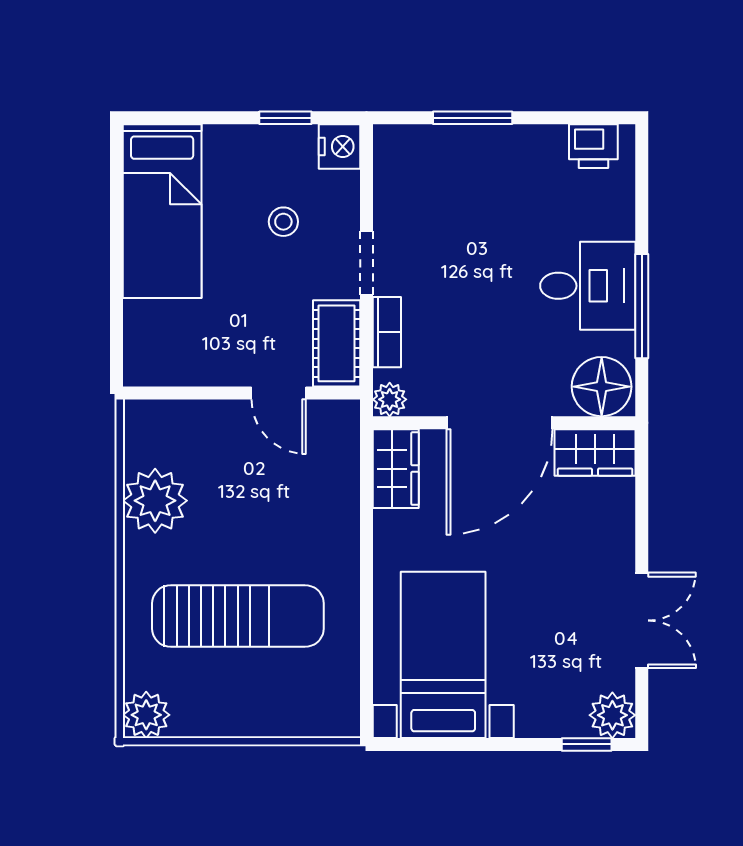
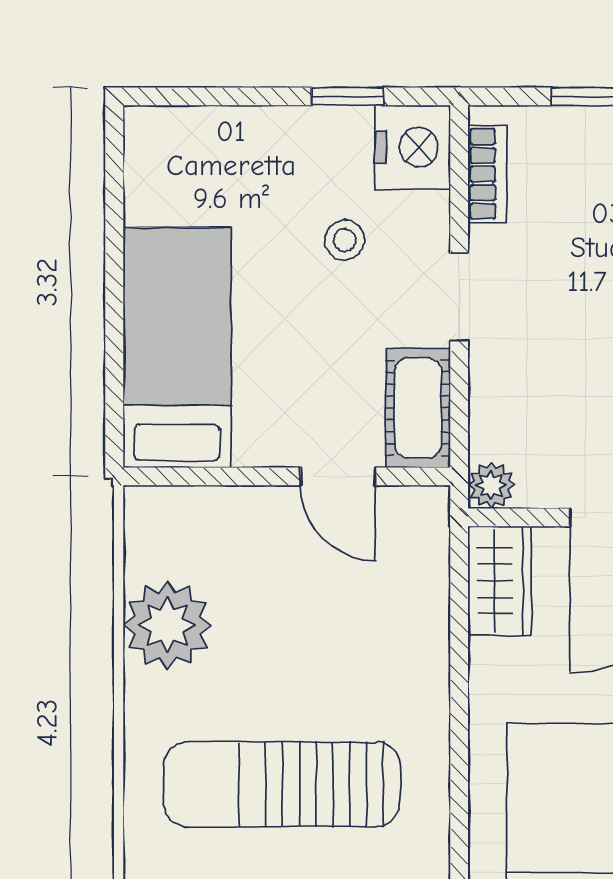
nightstand: (339, 146) -> (413, 147), width x1.36, depth x1.33
bed: (162, 211) -> (177, 348), moved, turned 180
bookcase: (387, 332) -> (487, 174), moved
sun lounger: (238, 616) -> (282, 784), turned 180

